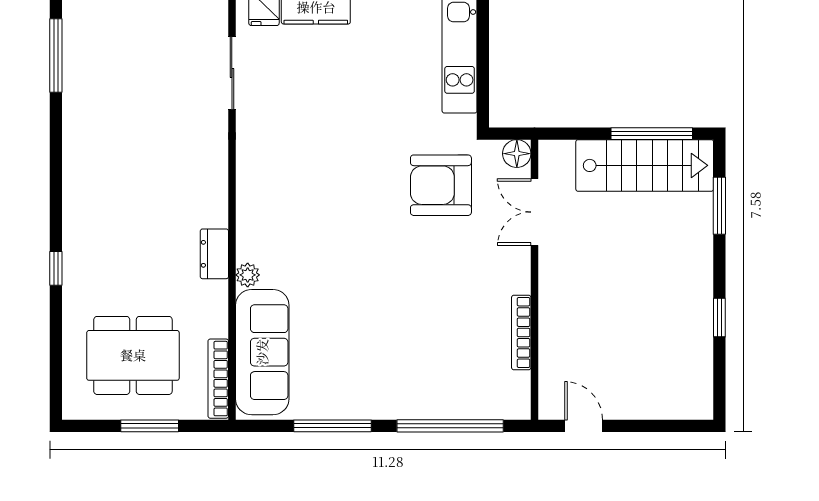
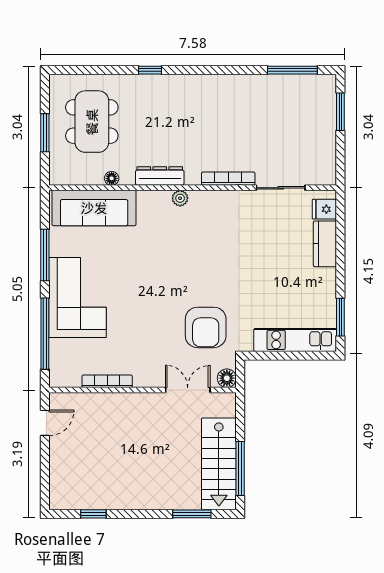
armchair: (441, 185) -> (206, 327), turned 180
dresser: (214, 254) -> (160, 176), width x1.44
plant: (248, 275) -> (180, 198), moved
window: (719, 317) -> (93, 514), moved
floor lamp: (218, 326) -> (112, 178), added
corner sofa: (396, 377) -> (77, 297), added
bookcase: (218, 379) -> (228, 179), moved

